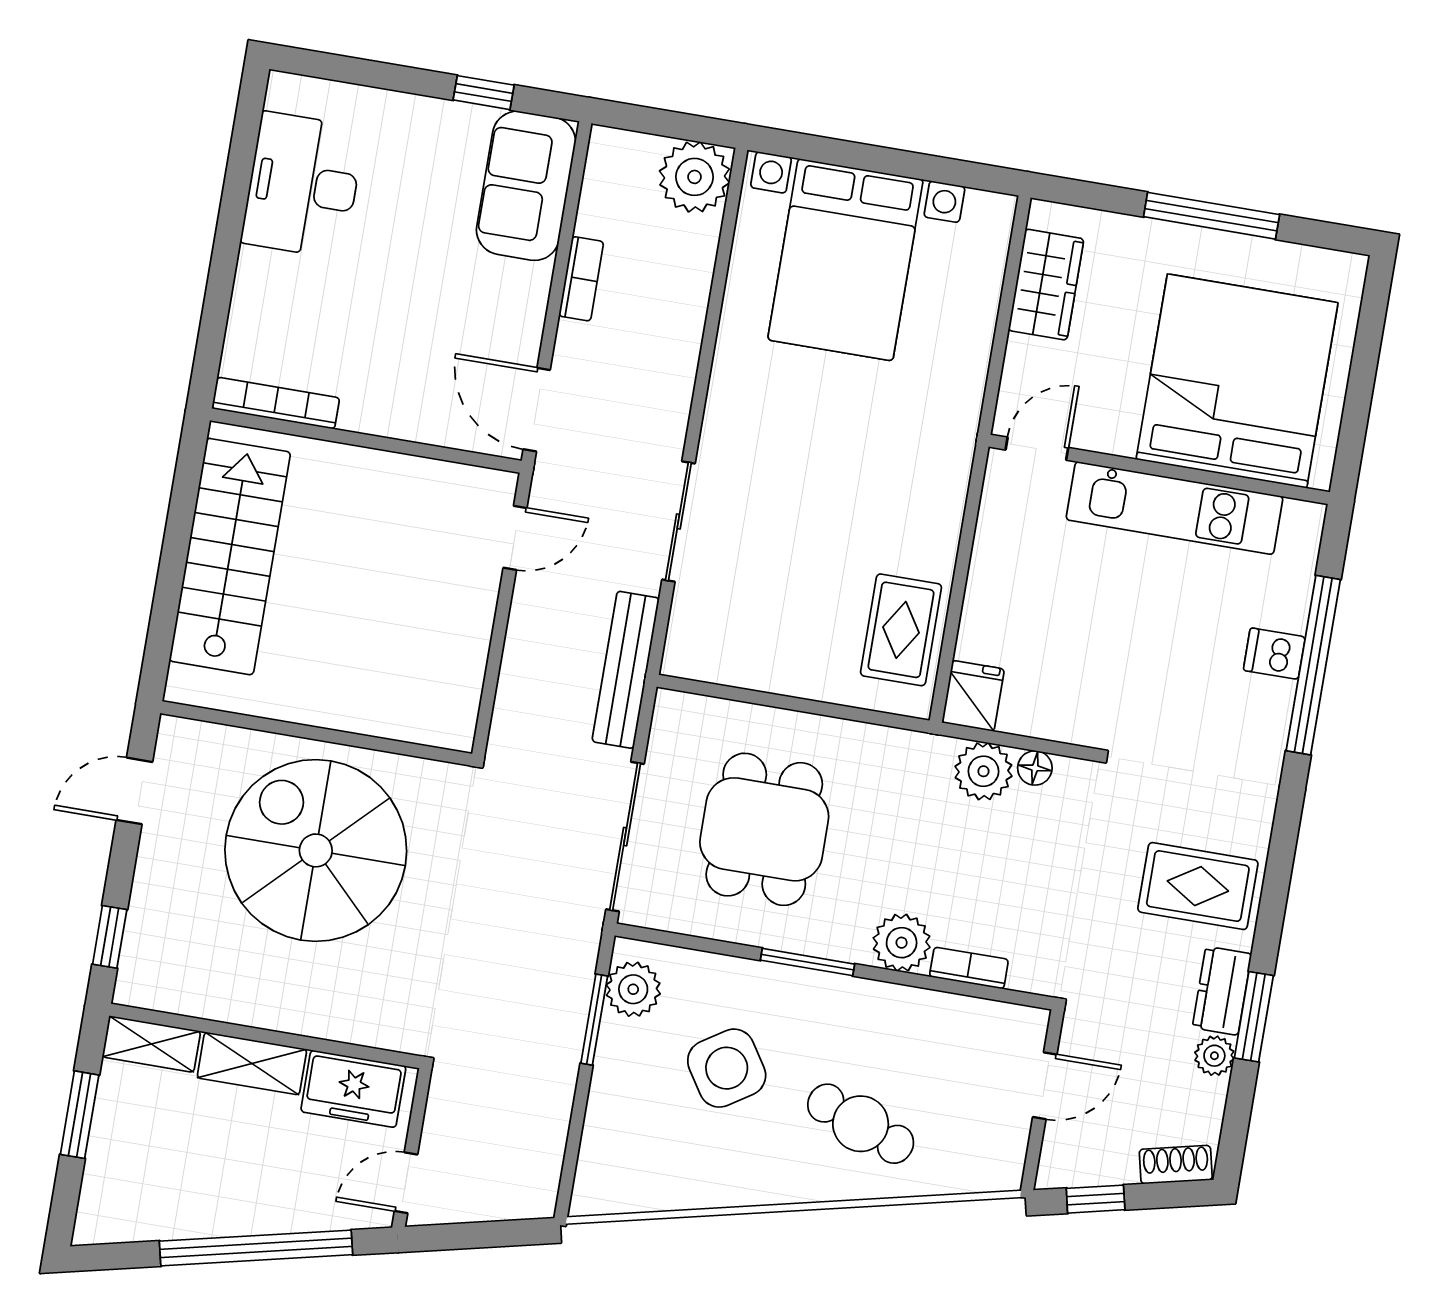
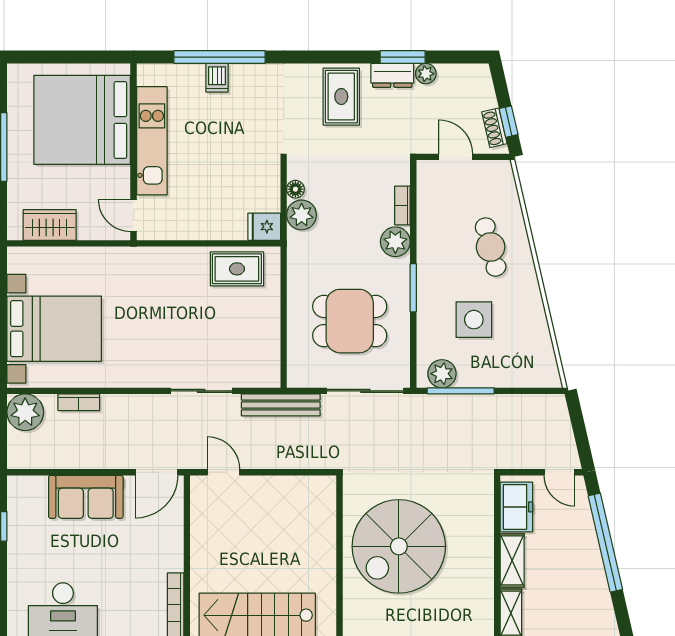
sofa: (526, 186) -> (86, 497), moved
bookcase: (581, 279) -> (79, 402), moved, turned 180
window: (594, 1020) -> (461, 391), width x1.44
side table: (727, 1068) -> (474, 320), turned 33
cafe table: (861, 1124) -> (491, 247), turned -36
shoe rack: (1176, 1165) -> (494, 128), moved

